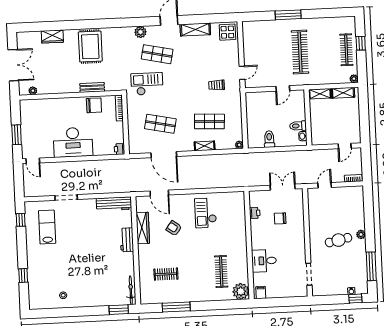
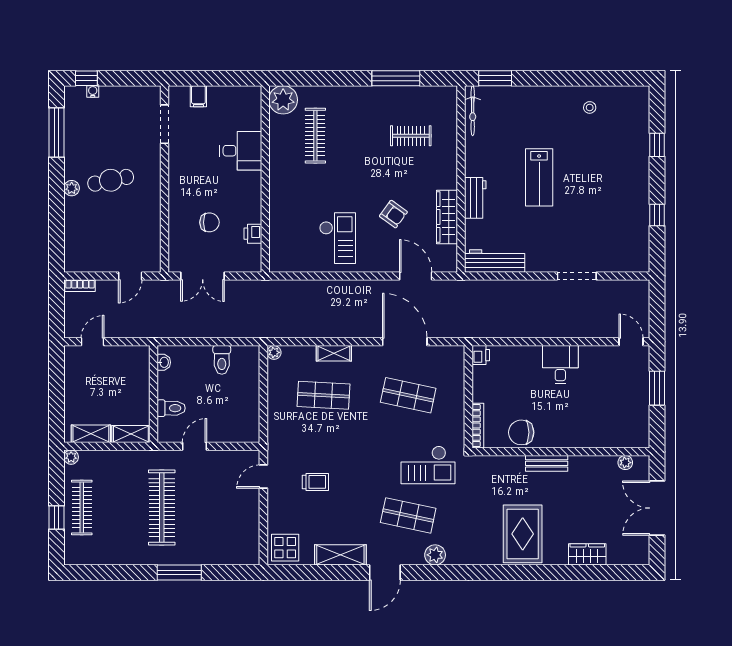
trolley: (217, 85) -> (315, 482), moved
bench: (92, 87) -> (547, 463), moved
toilet: (298, 126) -> (171, 408), moved
desk: (73, 142) -> (560, 365), width x0.53, depth x0.77
window: (21, 220) -> (657, 215), moved
lab bench: (47, 227) -> (539, 177), moved
filing cabinet: (261, 293) -> (198, 96), moved

